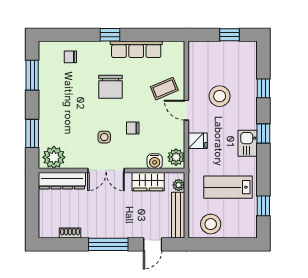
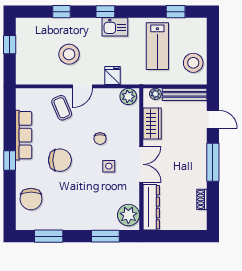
chair: (70, 57) -> (31, 199), width x1.87, depth x1.87
water cooler: (155, 161) -> (132, 117), removed

